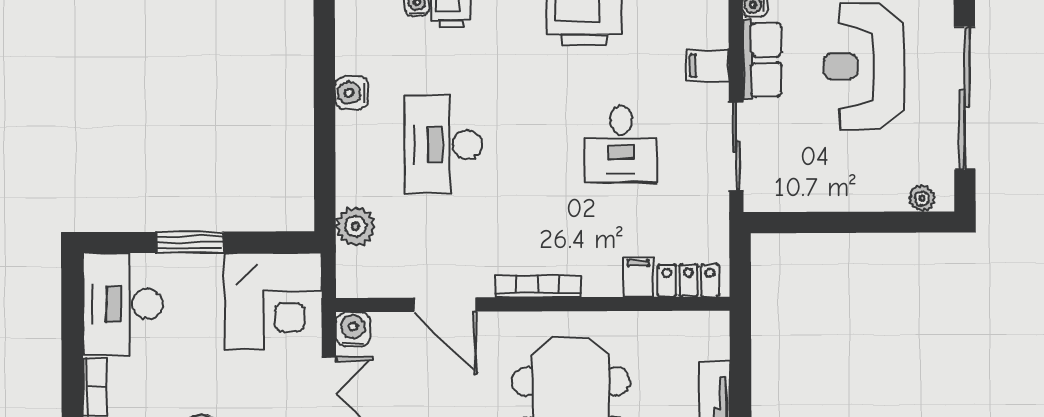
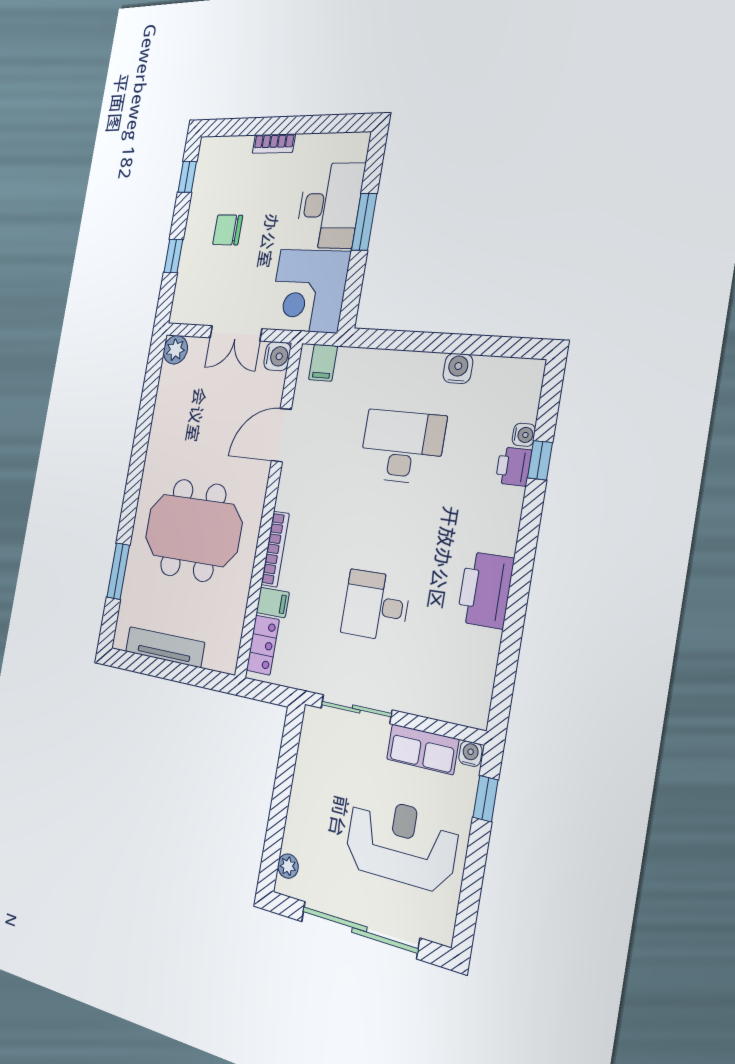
filing cabinet: (708, 65) -> (323, 363), moved, turned 180
plant: (355, 226) -> (352, 364), removed
bookcase: (538, 286) -> (275, 549), moved
desk: (123, 304) -> (329, 205), moved, turned 90

